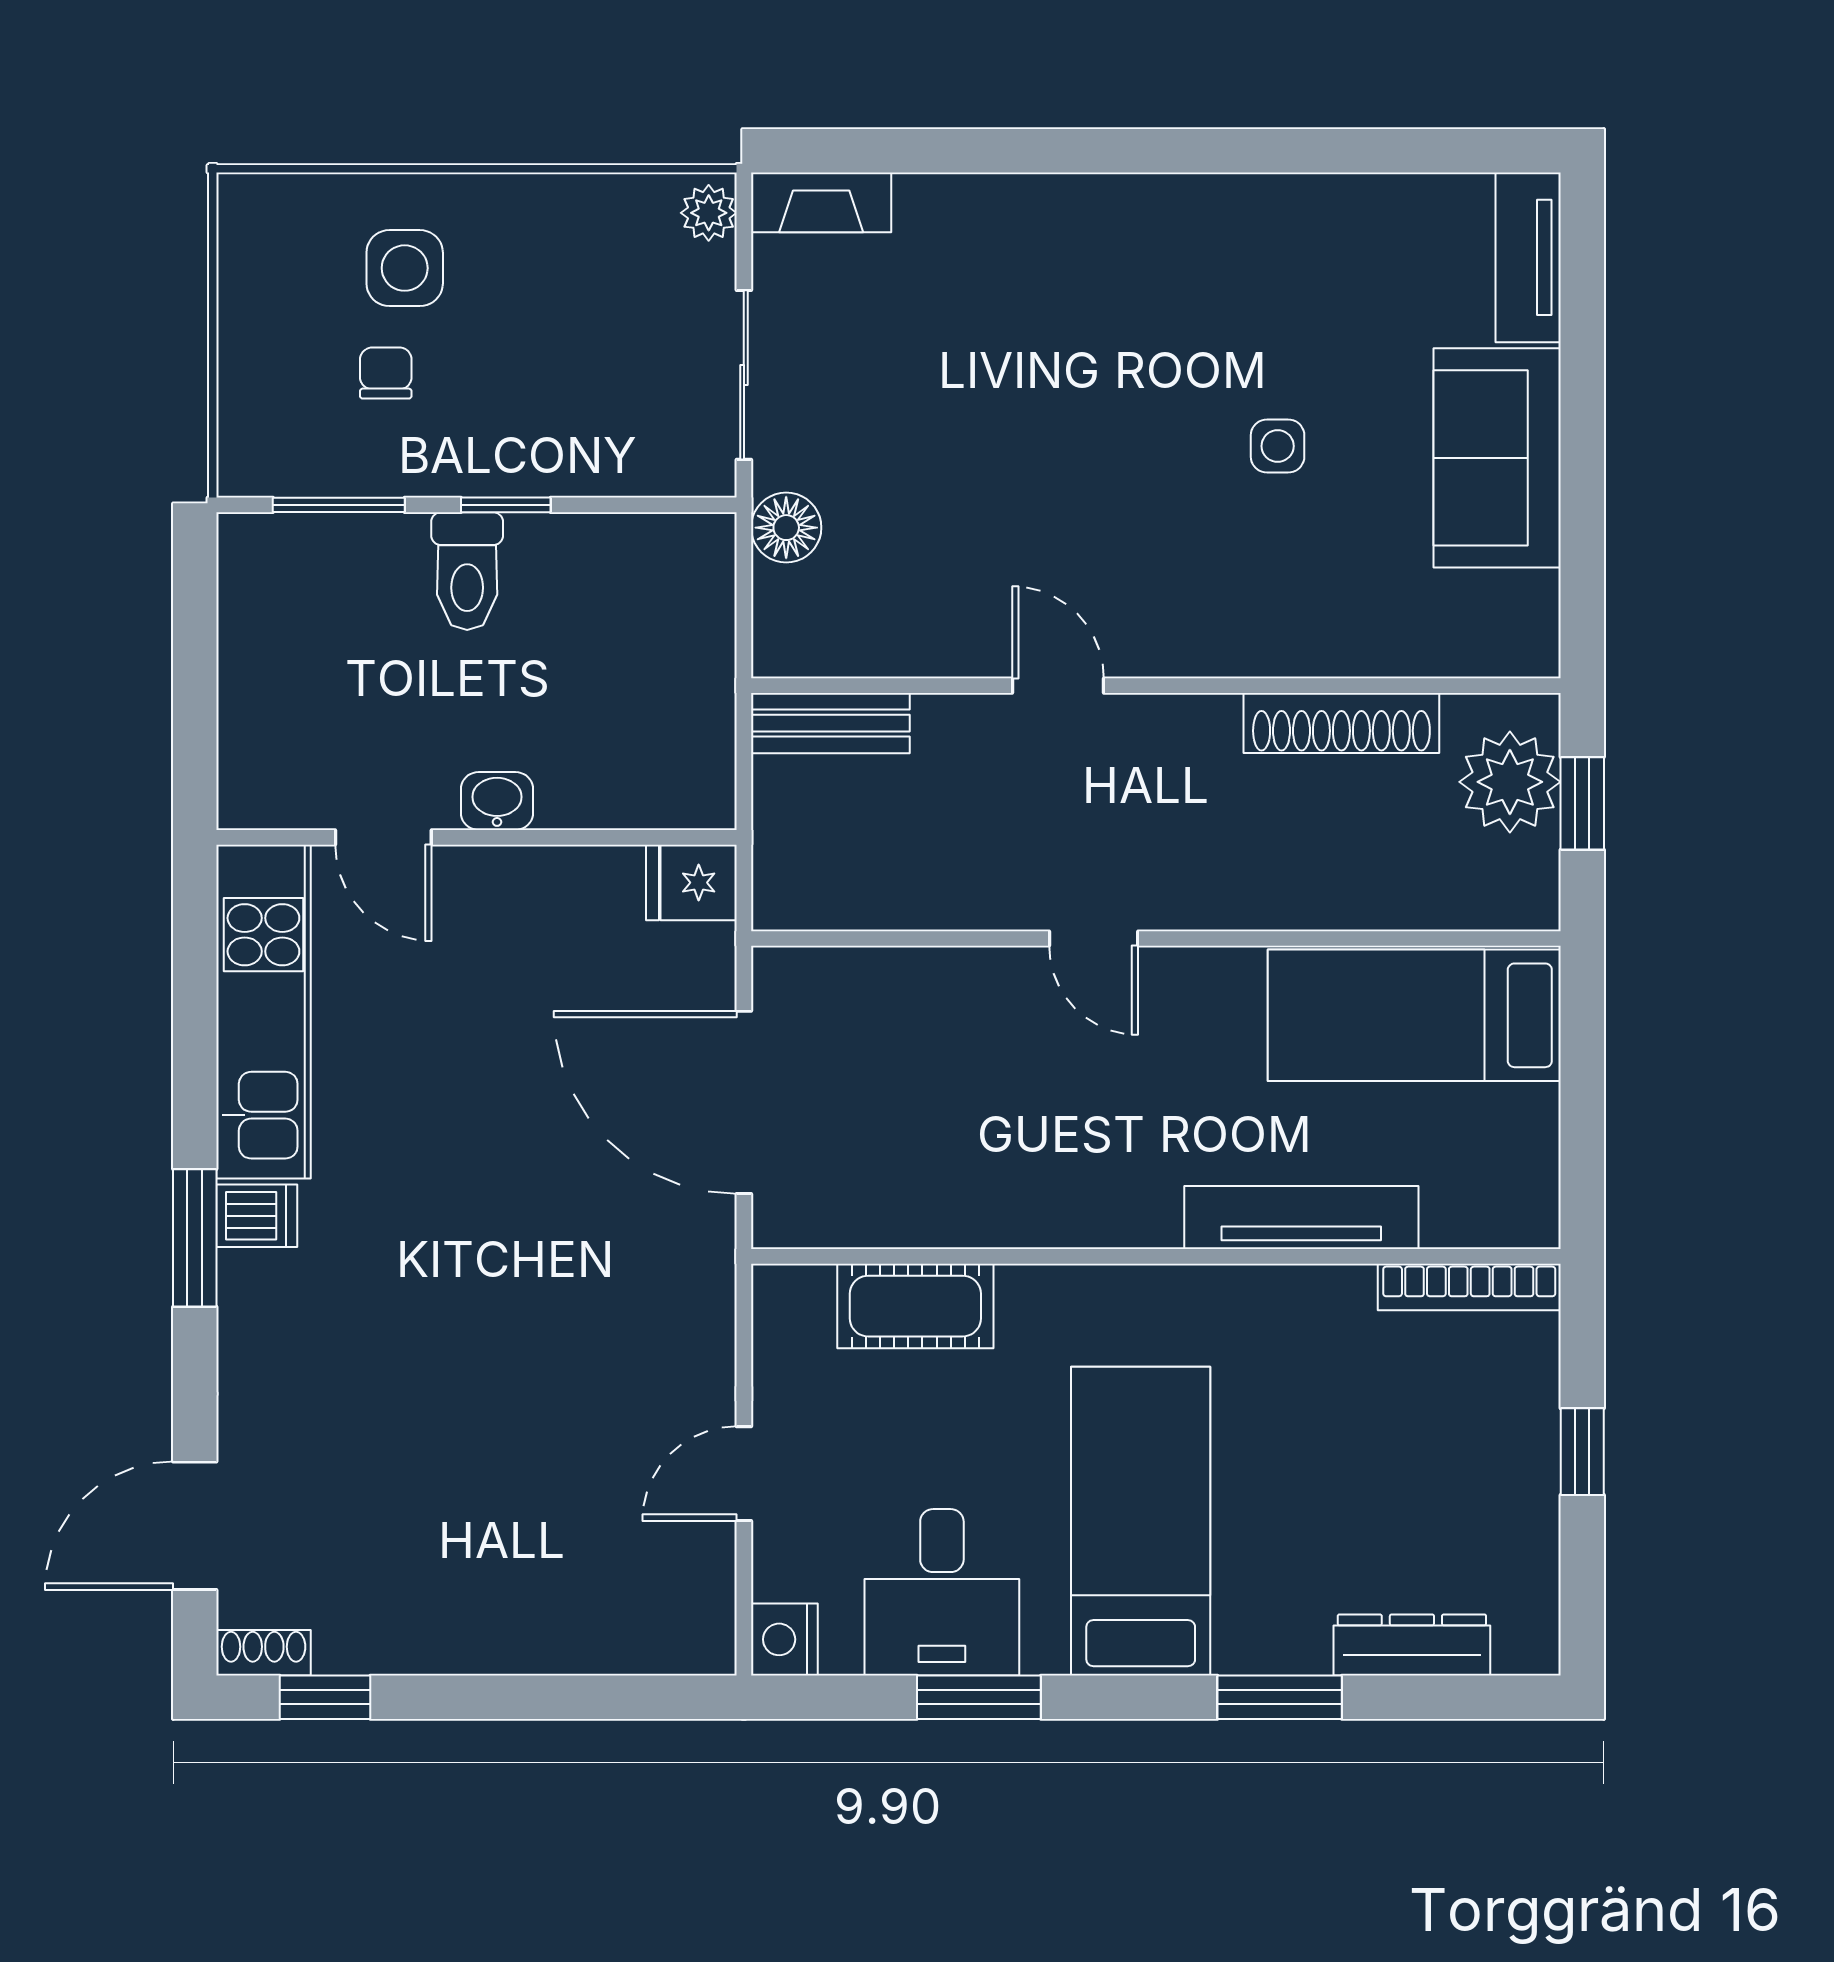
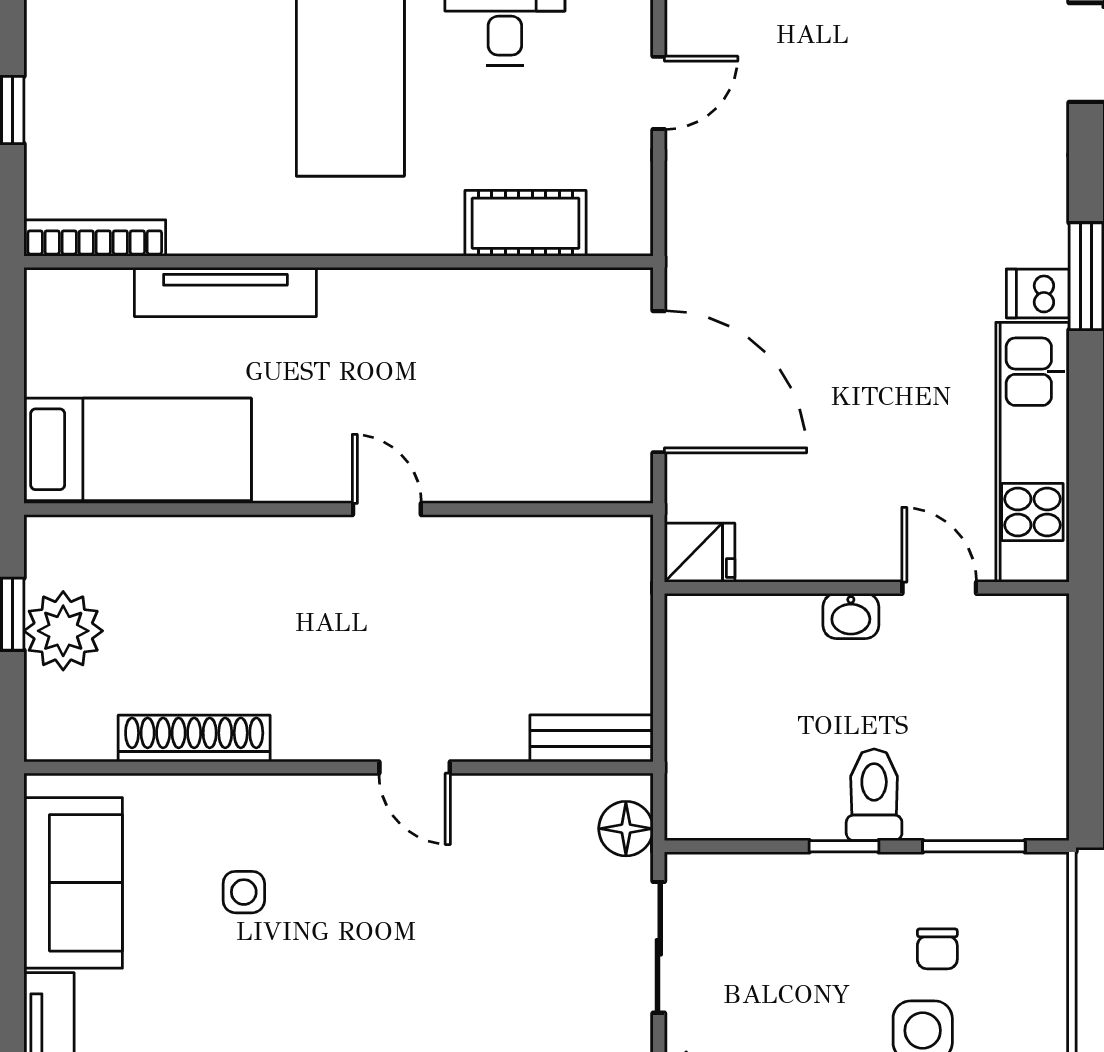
door: (1058, 686) -> (415, 768), moved
wall: (1156, 686) -> (338, 768), moved
bench: (830, 723) -> (592, 738), moved
shoe rack: (1341, 723) -> (194, 739), moved

